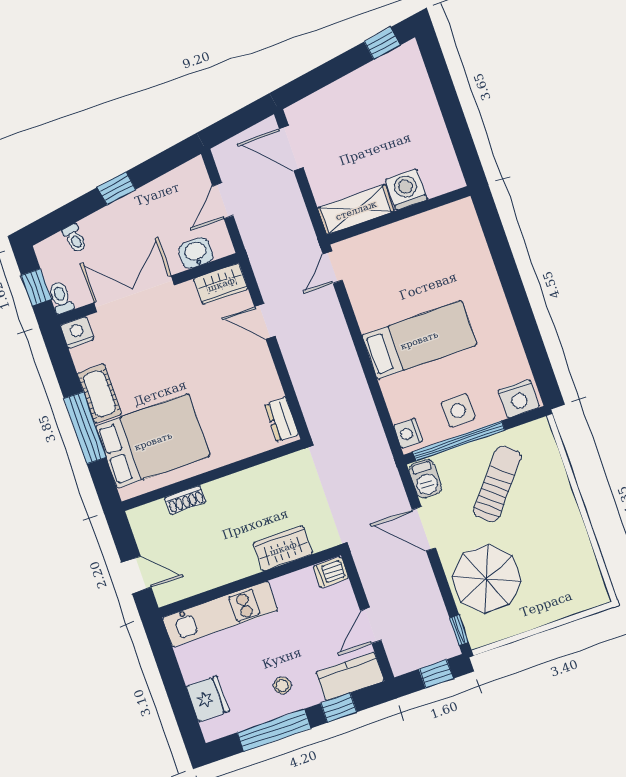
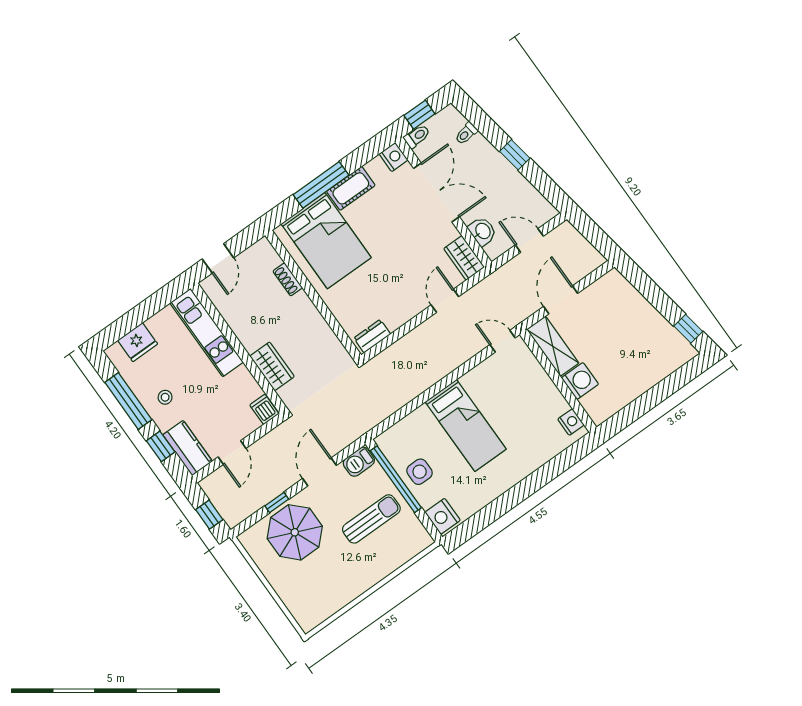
door: (291, 148) -> (561, 300), moved
nightstand: (408, 433) -> (571, 422), moved, turned 90
sun lounger: (497, 484) -> (371, 519), turned -40
door: (371, 626) -> (232, 453), swing flipped
window: (459, 630) -> (277, 502), moved

